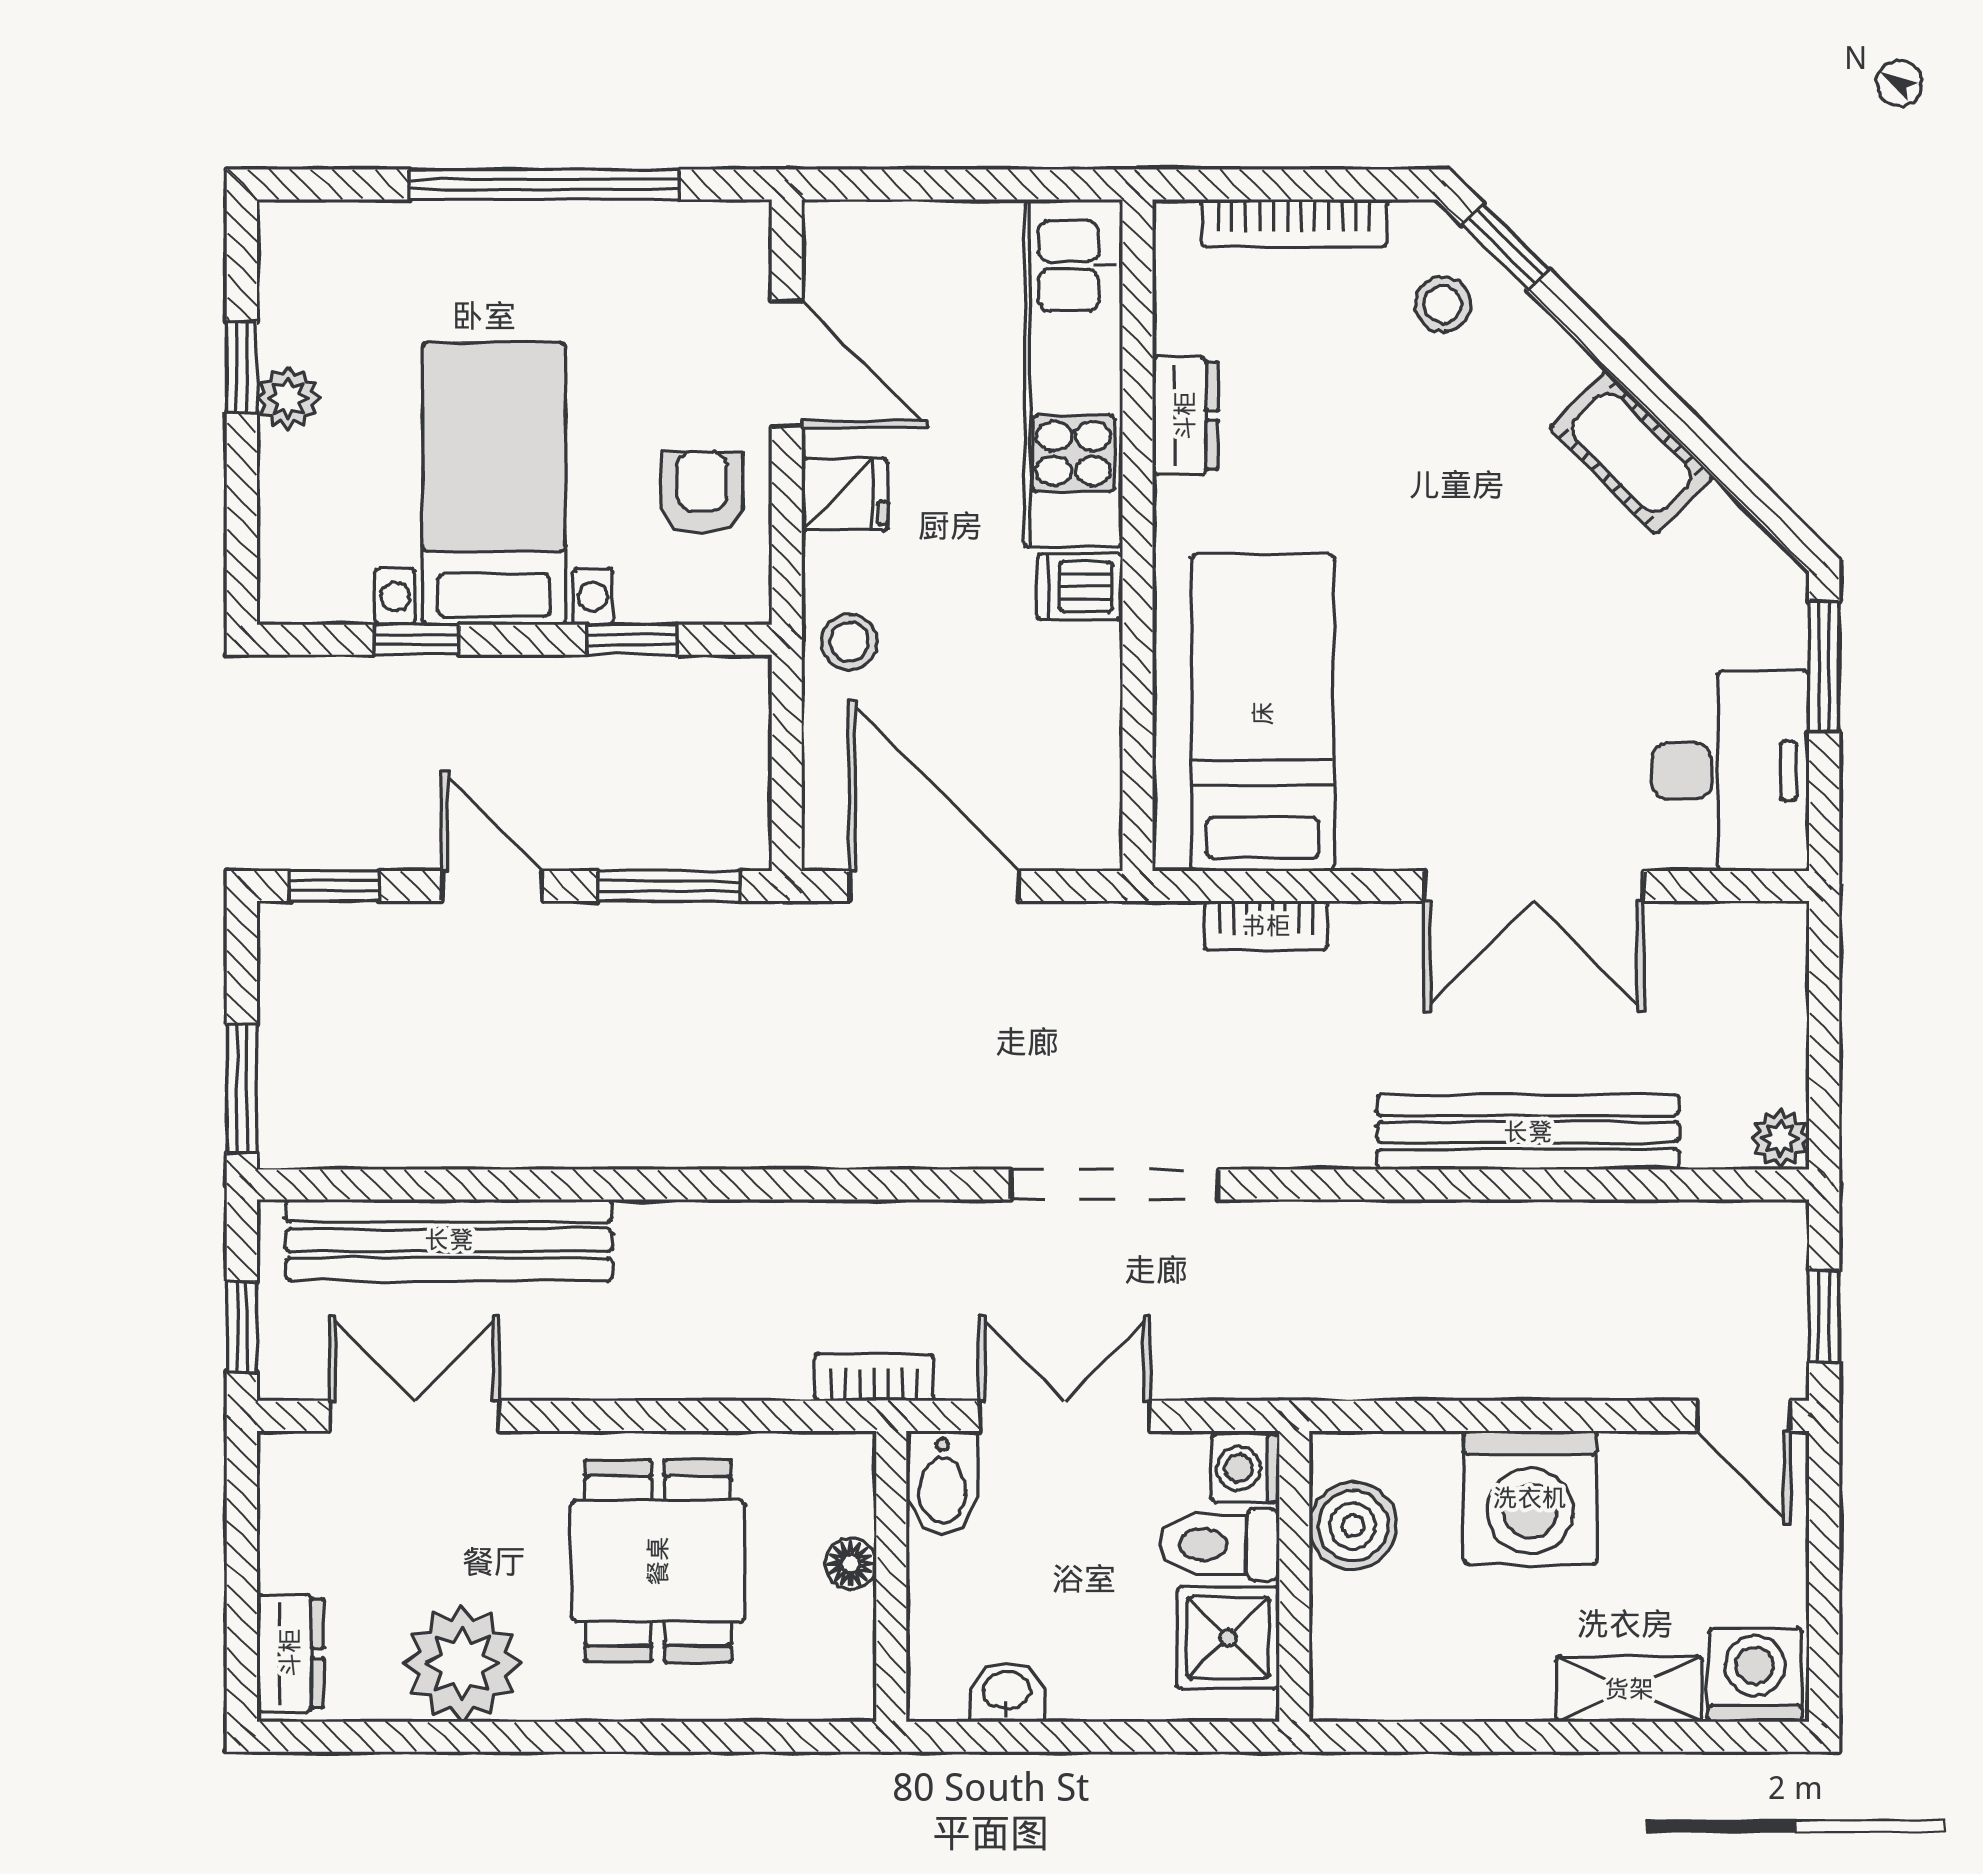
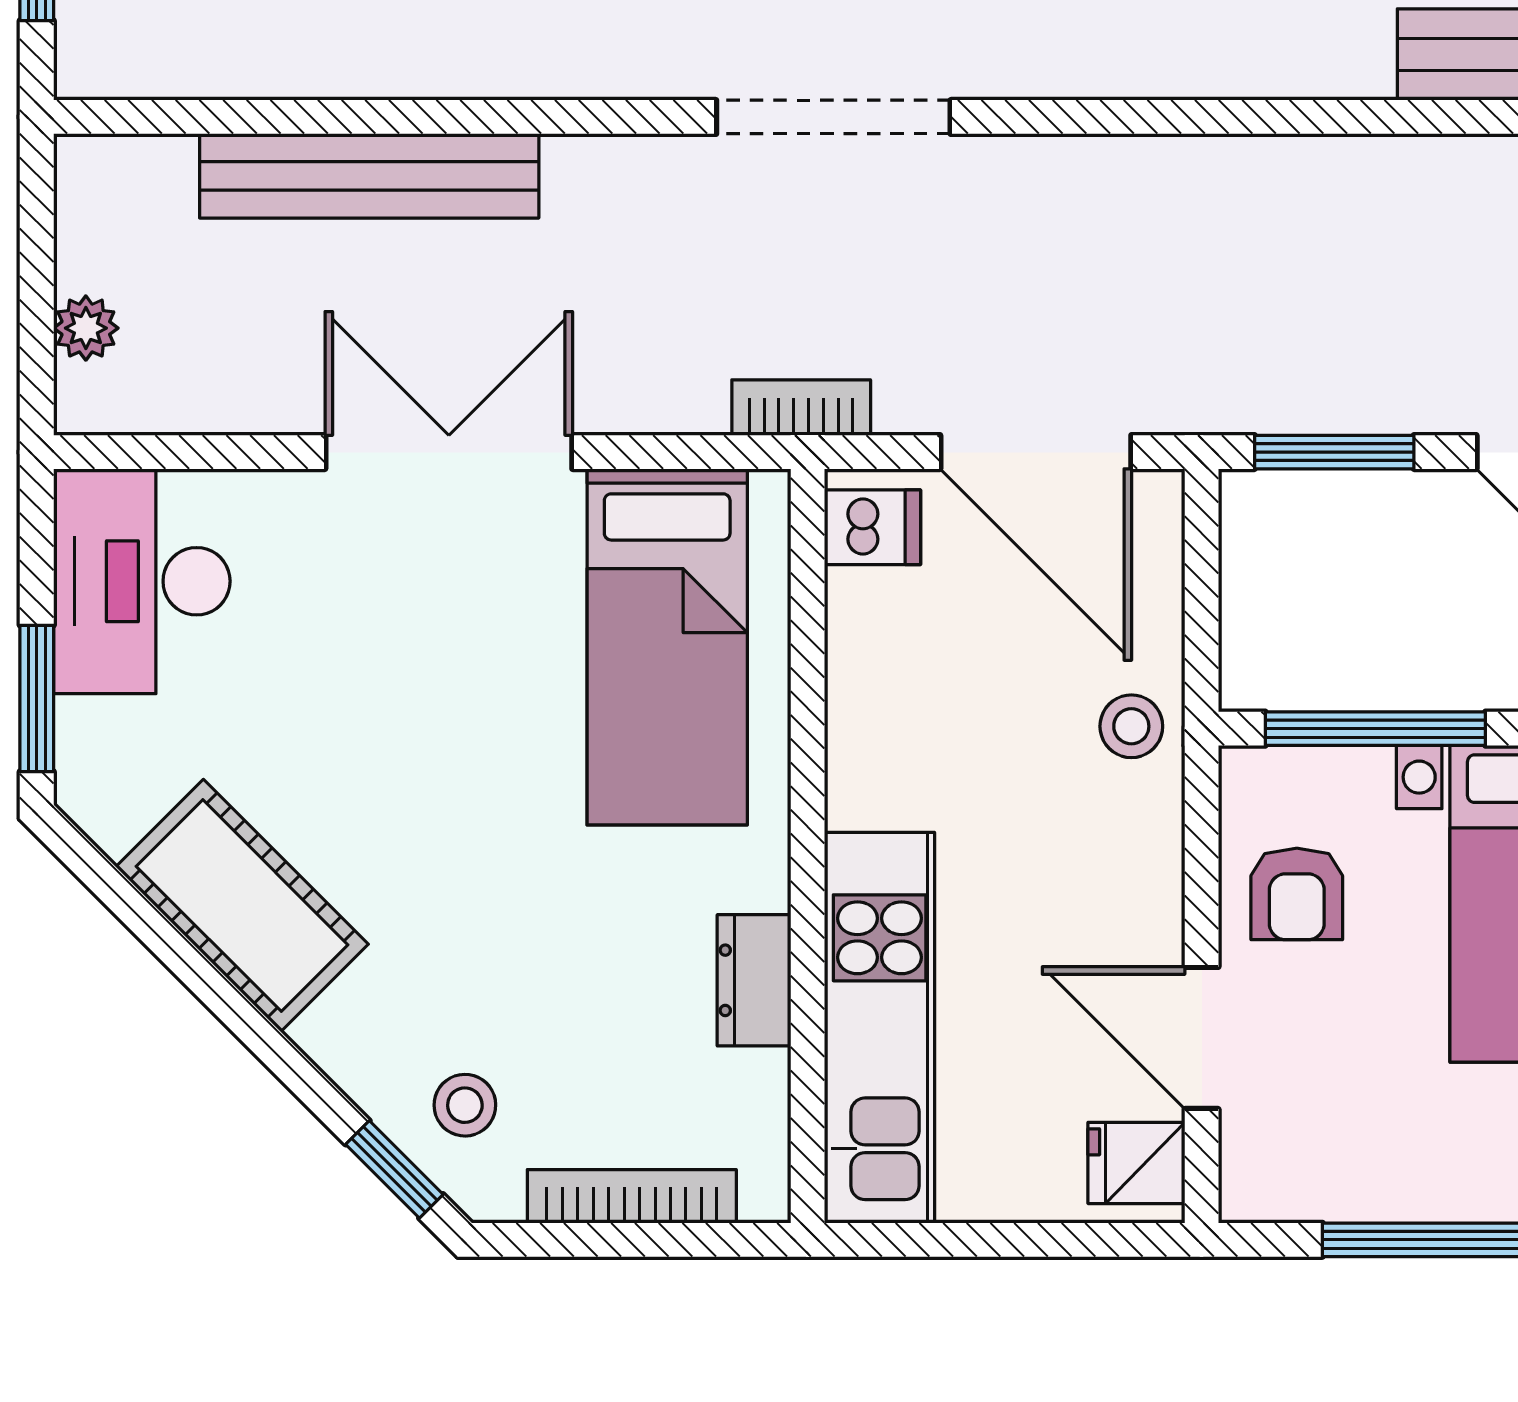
cot: (1631, 452) -> (242, 906), width x1.37, depth x1.34
fridge: (845, 494) -> (1136, 1163), moved
dishwasher: (1080, 587) -> (872, 527), moved
window: (632, 640) -> (1375, 729), width x2.17
double door: (1534, 886) -> (449, 452), moved
bookcase: (1266, 926) -> (801, 408), moved
plant: (1780, 1138) -> (86, 328), moved

